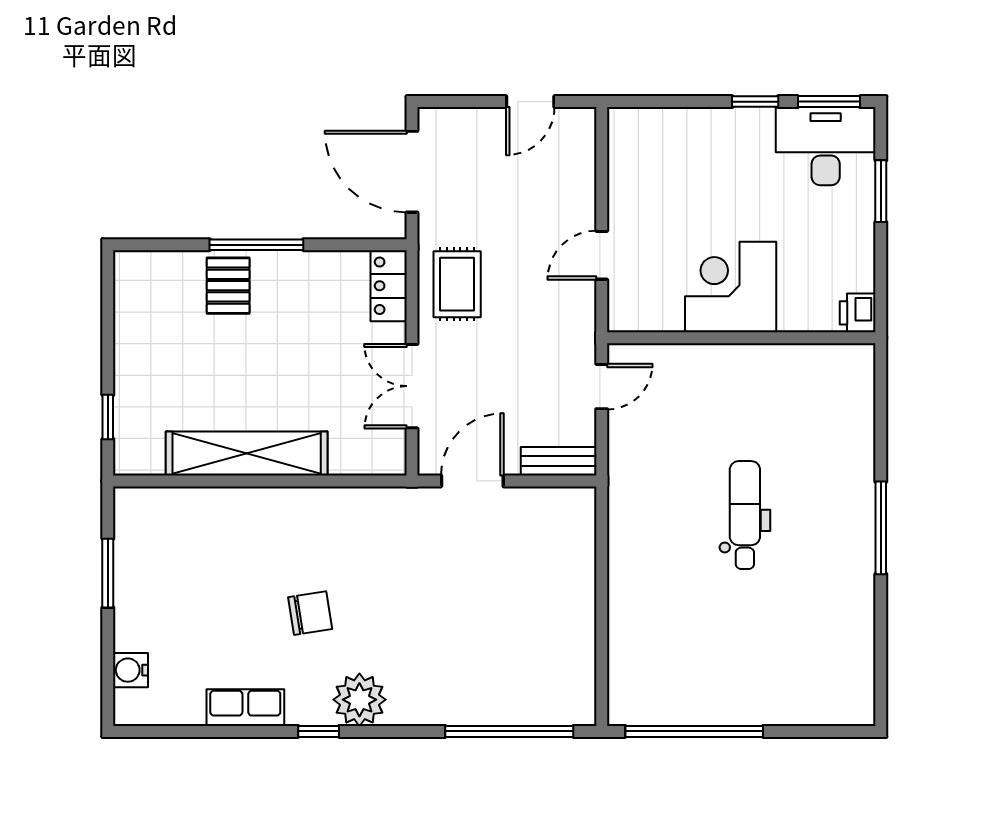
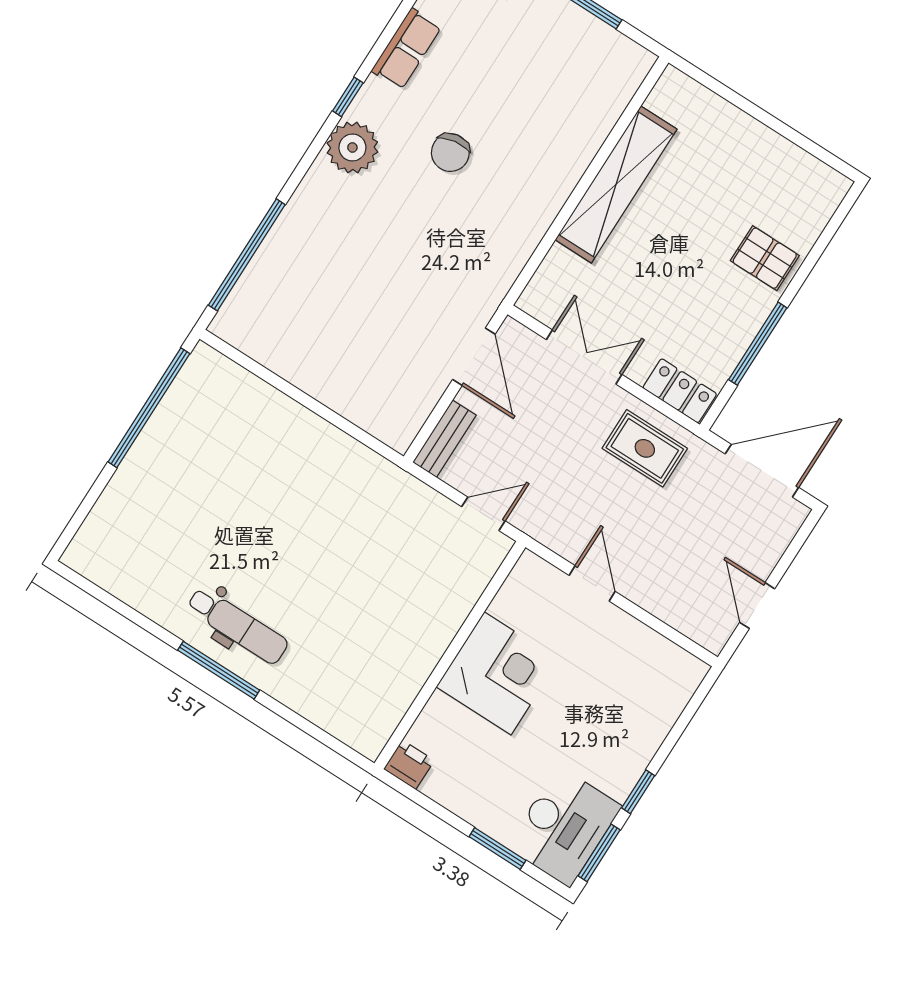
window: (256, 245) -> (758, 344), moved
door: (602, 387) -> (483, 514), swing flipped
window: (108, 417) -> (720, 89), removed
dental chair: (745, 515) -> (238, 626), moved

